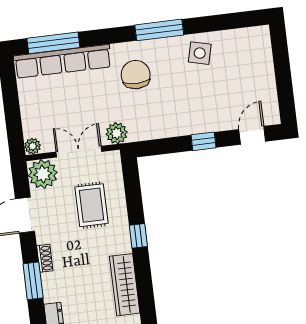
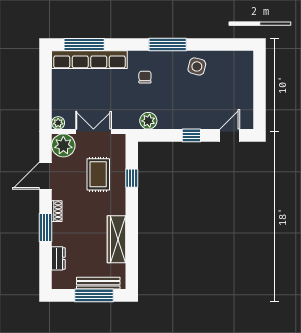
chair: (136, 75) -> (145, 77), width x0.54, depth x0.54
plant: (117, 133) -> (148, 121), moved
window: (138, 236) -> (132, 178), moved

